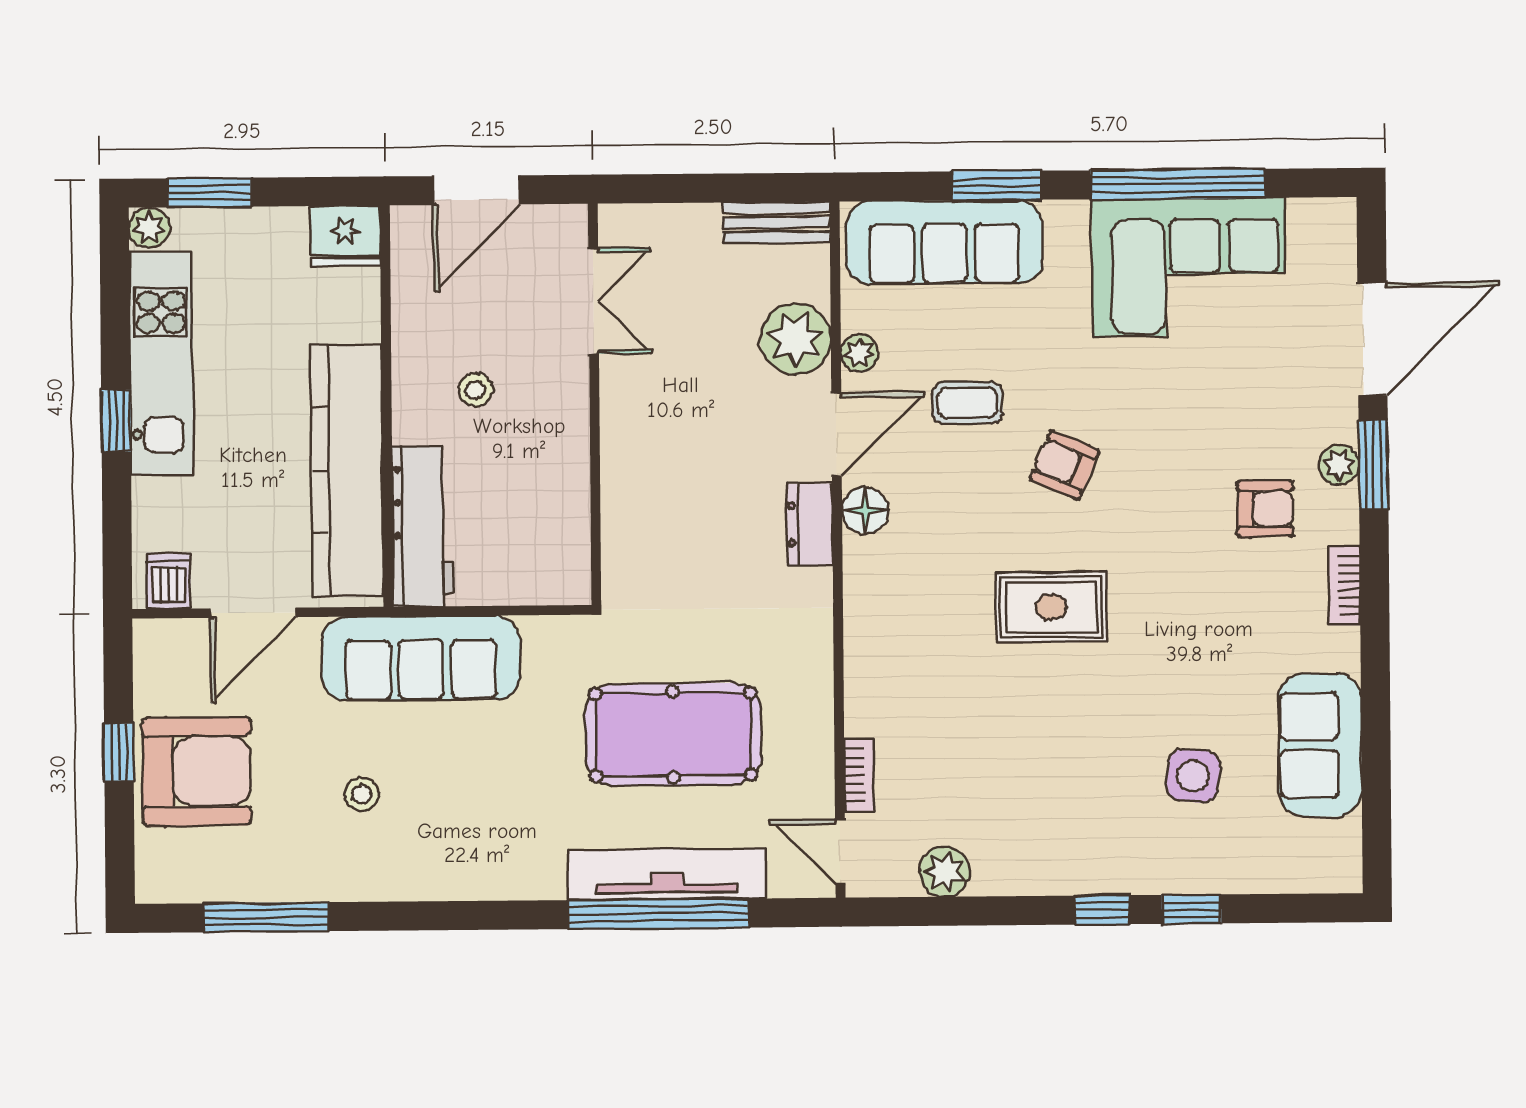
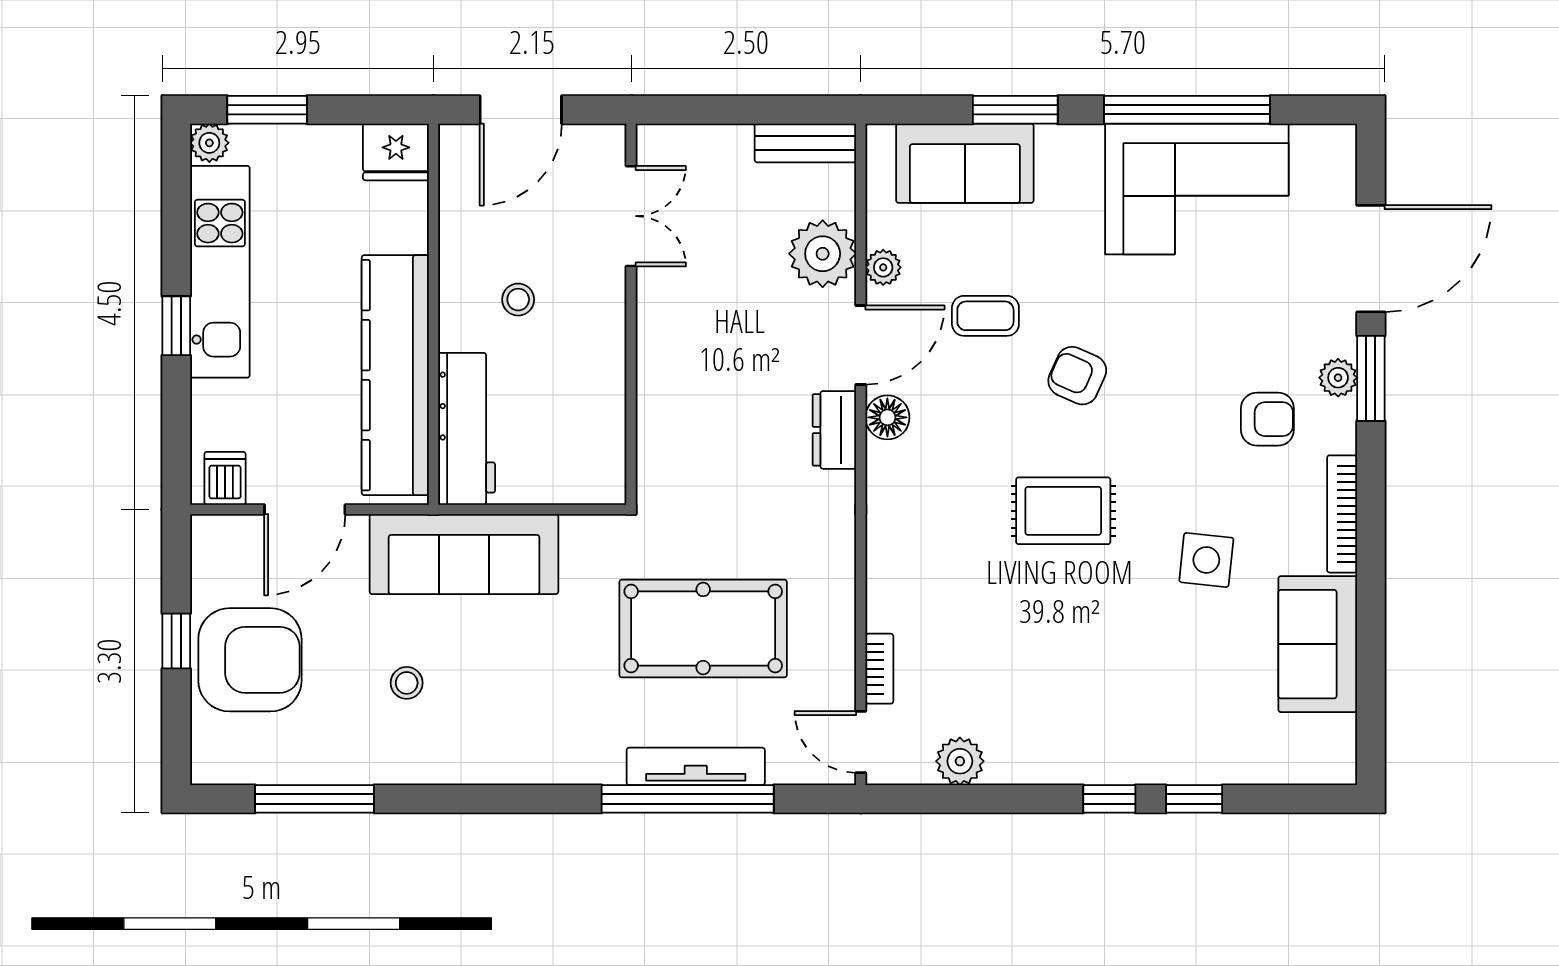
sofa: (944, 242) -> (965, 163), width x0.73
bookcase: (1344, 586) -> (1342, 514), width x1.56
side table: (1193, 776) -> (1206, 560), moved
tv unit: (667, 874) -> (696, 766), width x0.73, depth x0.78

